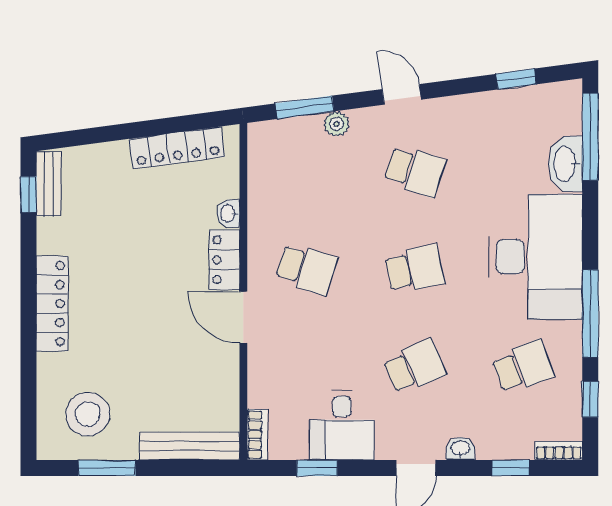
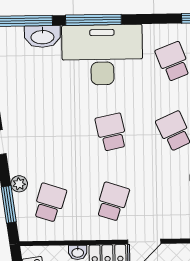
school desk: (415, 171) -> (50, 203), moved
window: (590, 314) -> (93, 20), moved

